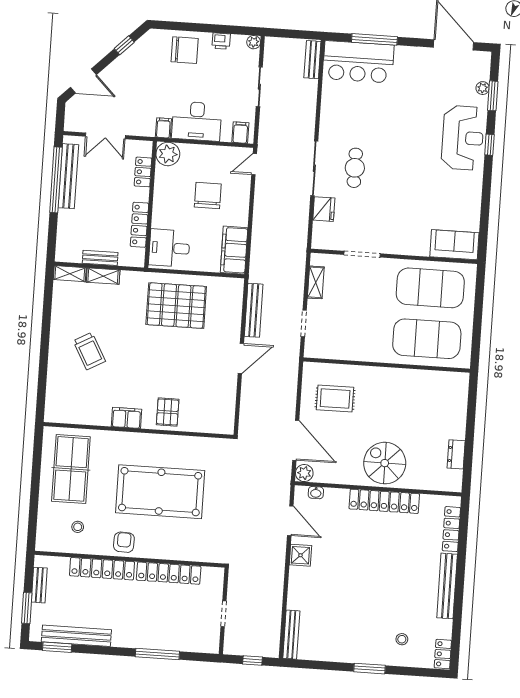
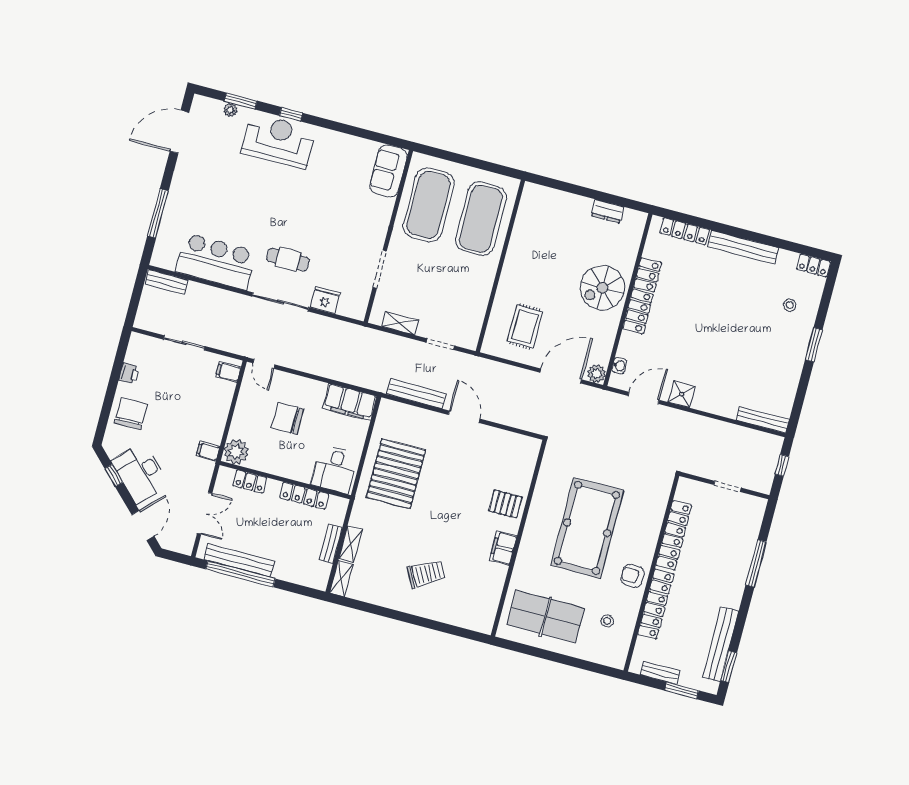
plant: (254, 42) -> (137, 340), removed
bar counter: (358, 62) -> (216, 261), moved, turned -90
desk: (197, 121) -> (140, 473), moved, turned 135

